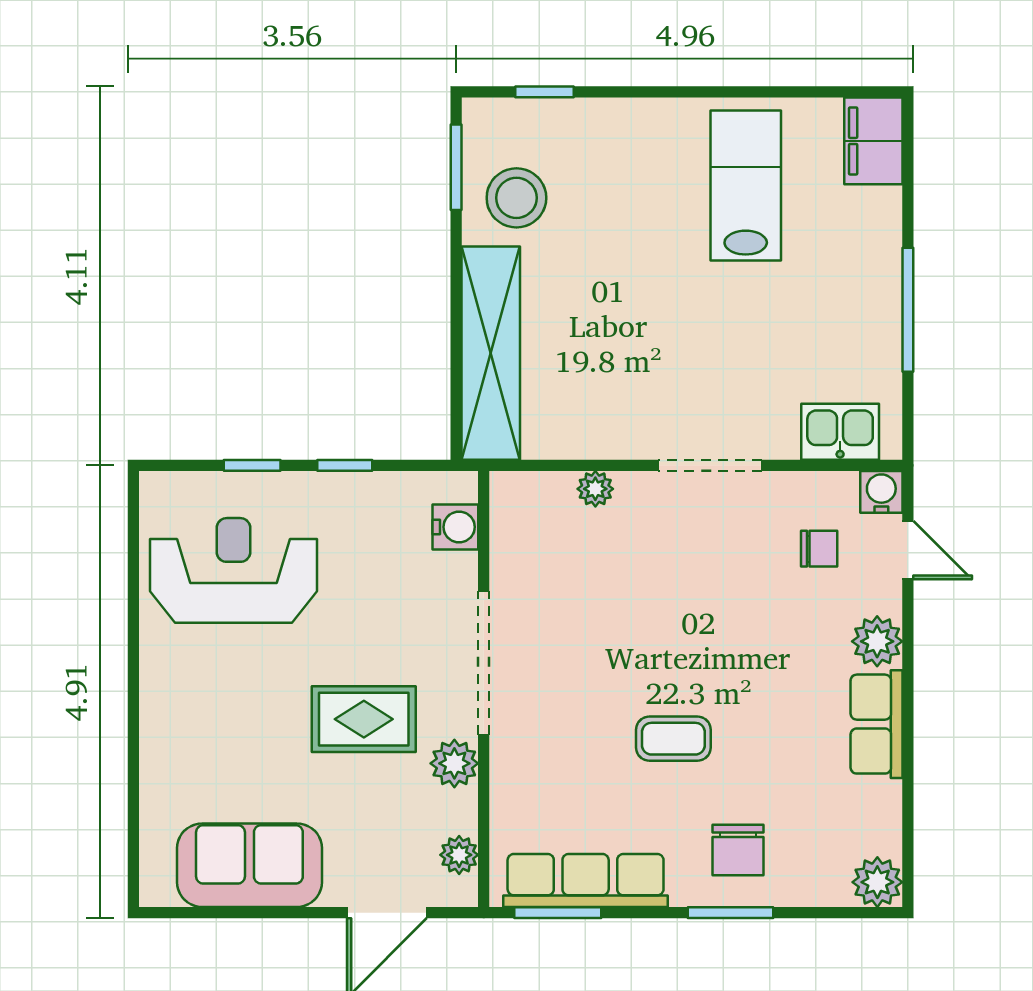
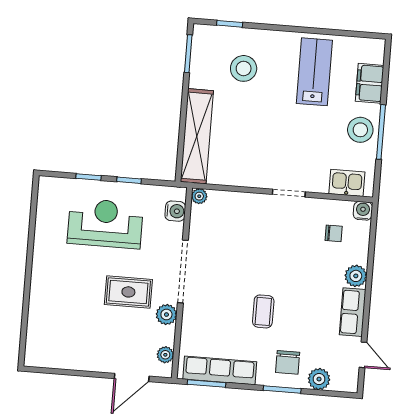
filing cabinet: (873, 141) -> (370, 83), moved
stool: (516, 198) -> (244, 68), moved
stool: (861, 309) -> (360, 130), added
doorway: (710, 465) -> (289, 193), width x0.73
plant: (595, 489) -> (199, 196), moved
door: (908, 550) -> (363, 355), moved
reception desk: (233, 570) -> (105, 223), moved
coffee table: (673, 739) -> (263, 311), turned 90
sofa: (249, 865) -> (73, 352), removed
plant: (877, 882) -> (319, 379), moved

